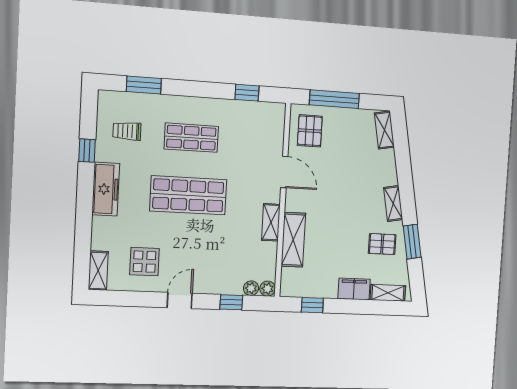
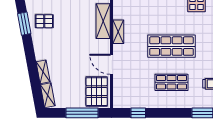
pallet: (310, 131) -> (97, 92), width x1.50, depth x1.42
shelving: (393, 204) -> (43, 72), moved

